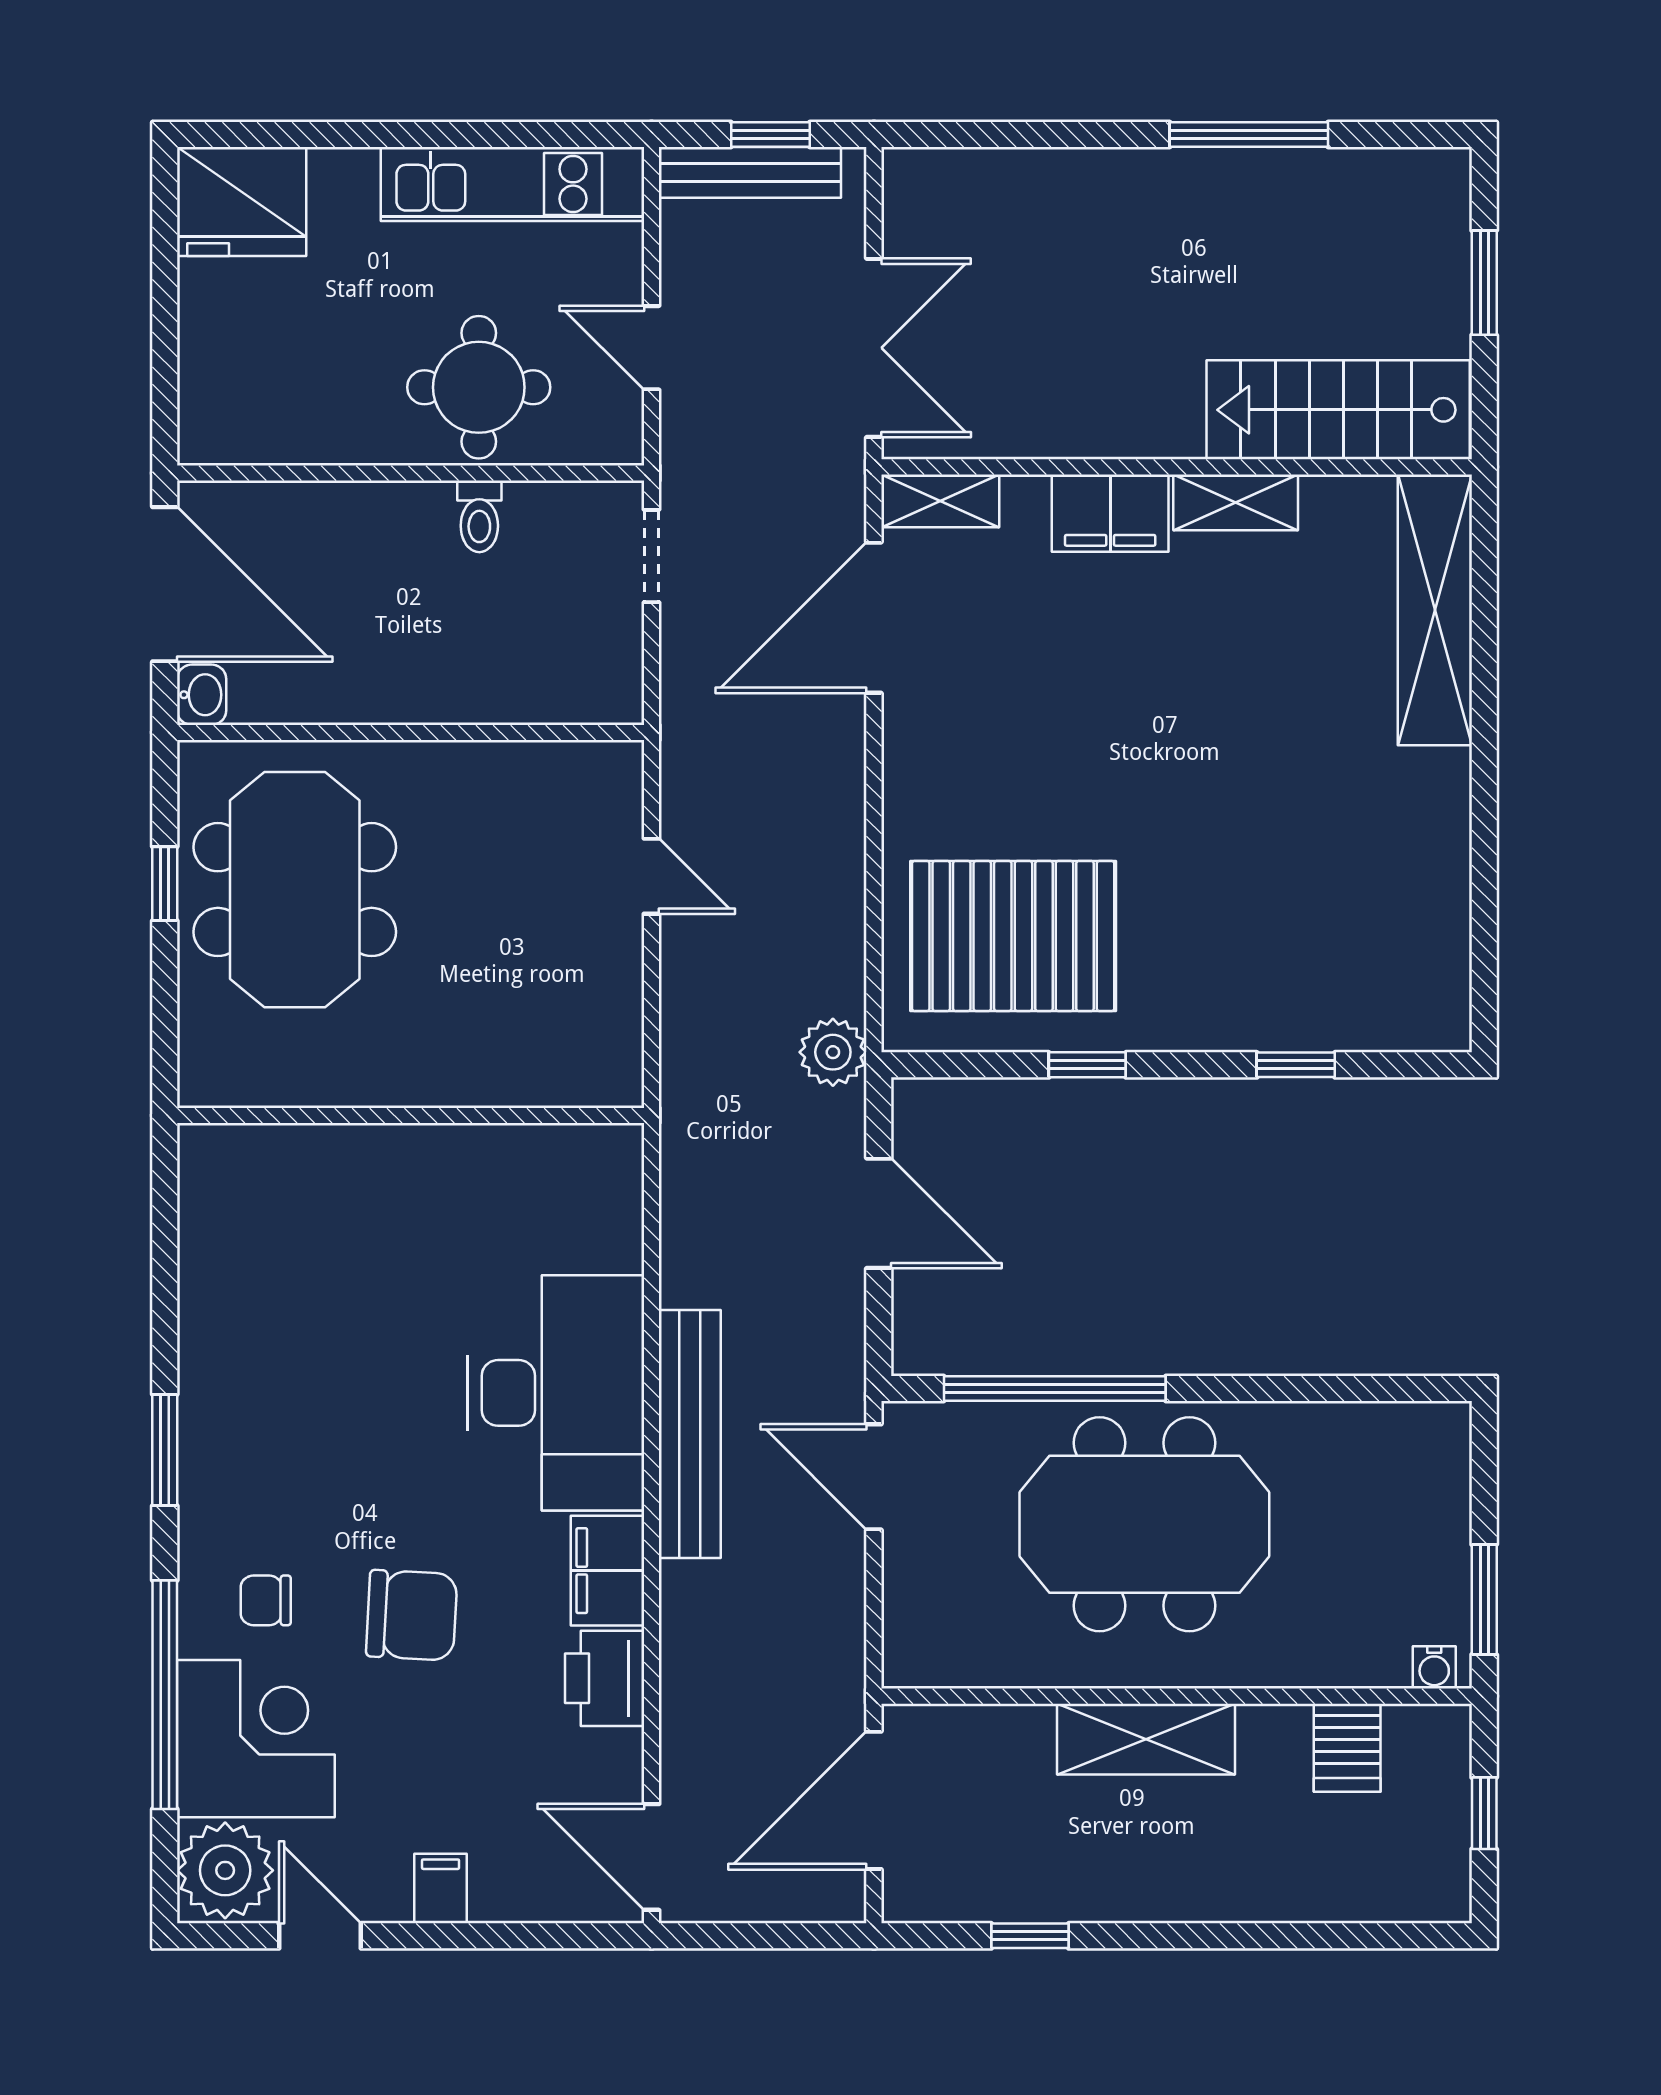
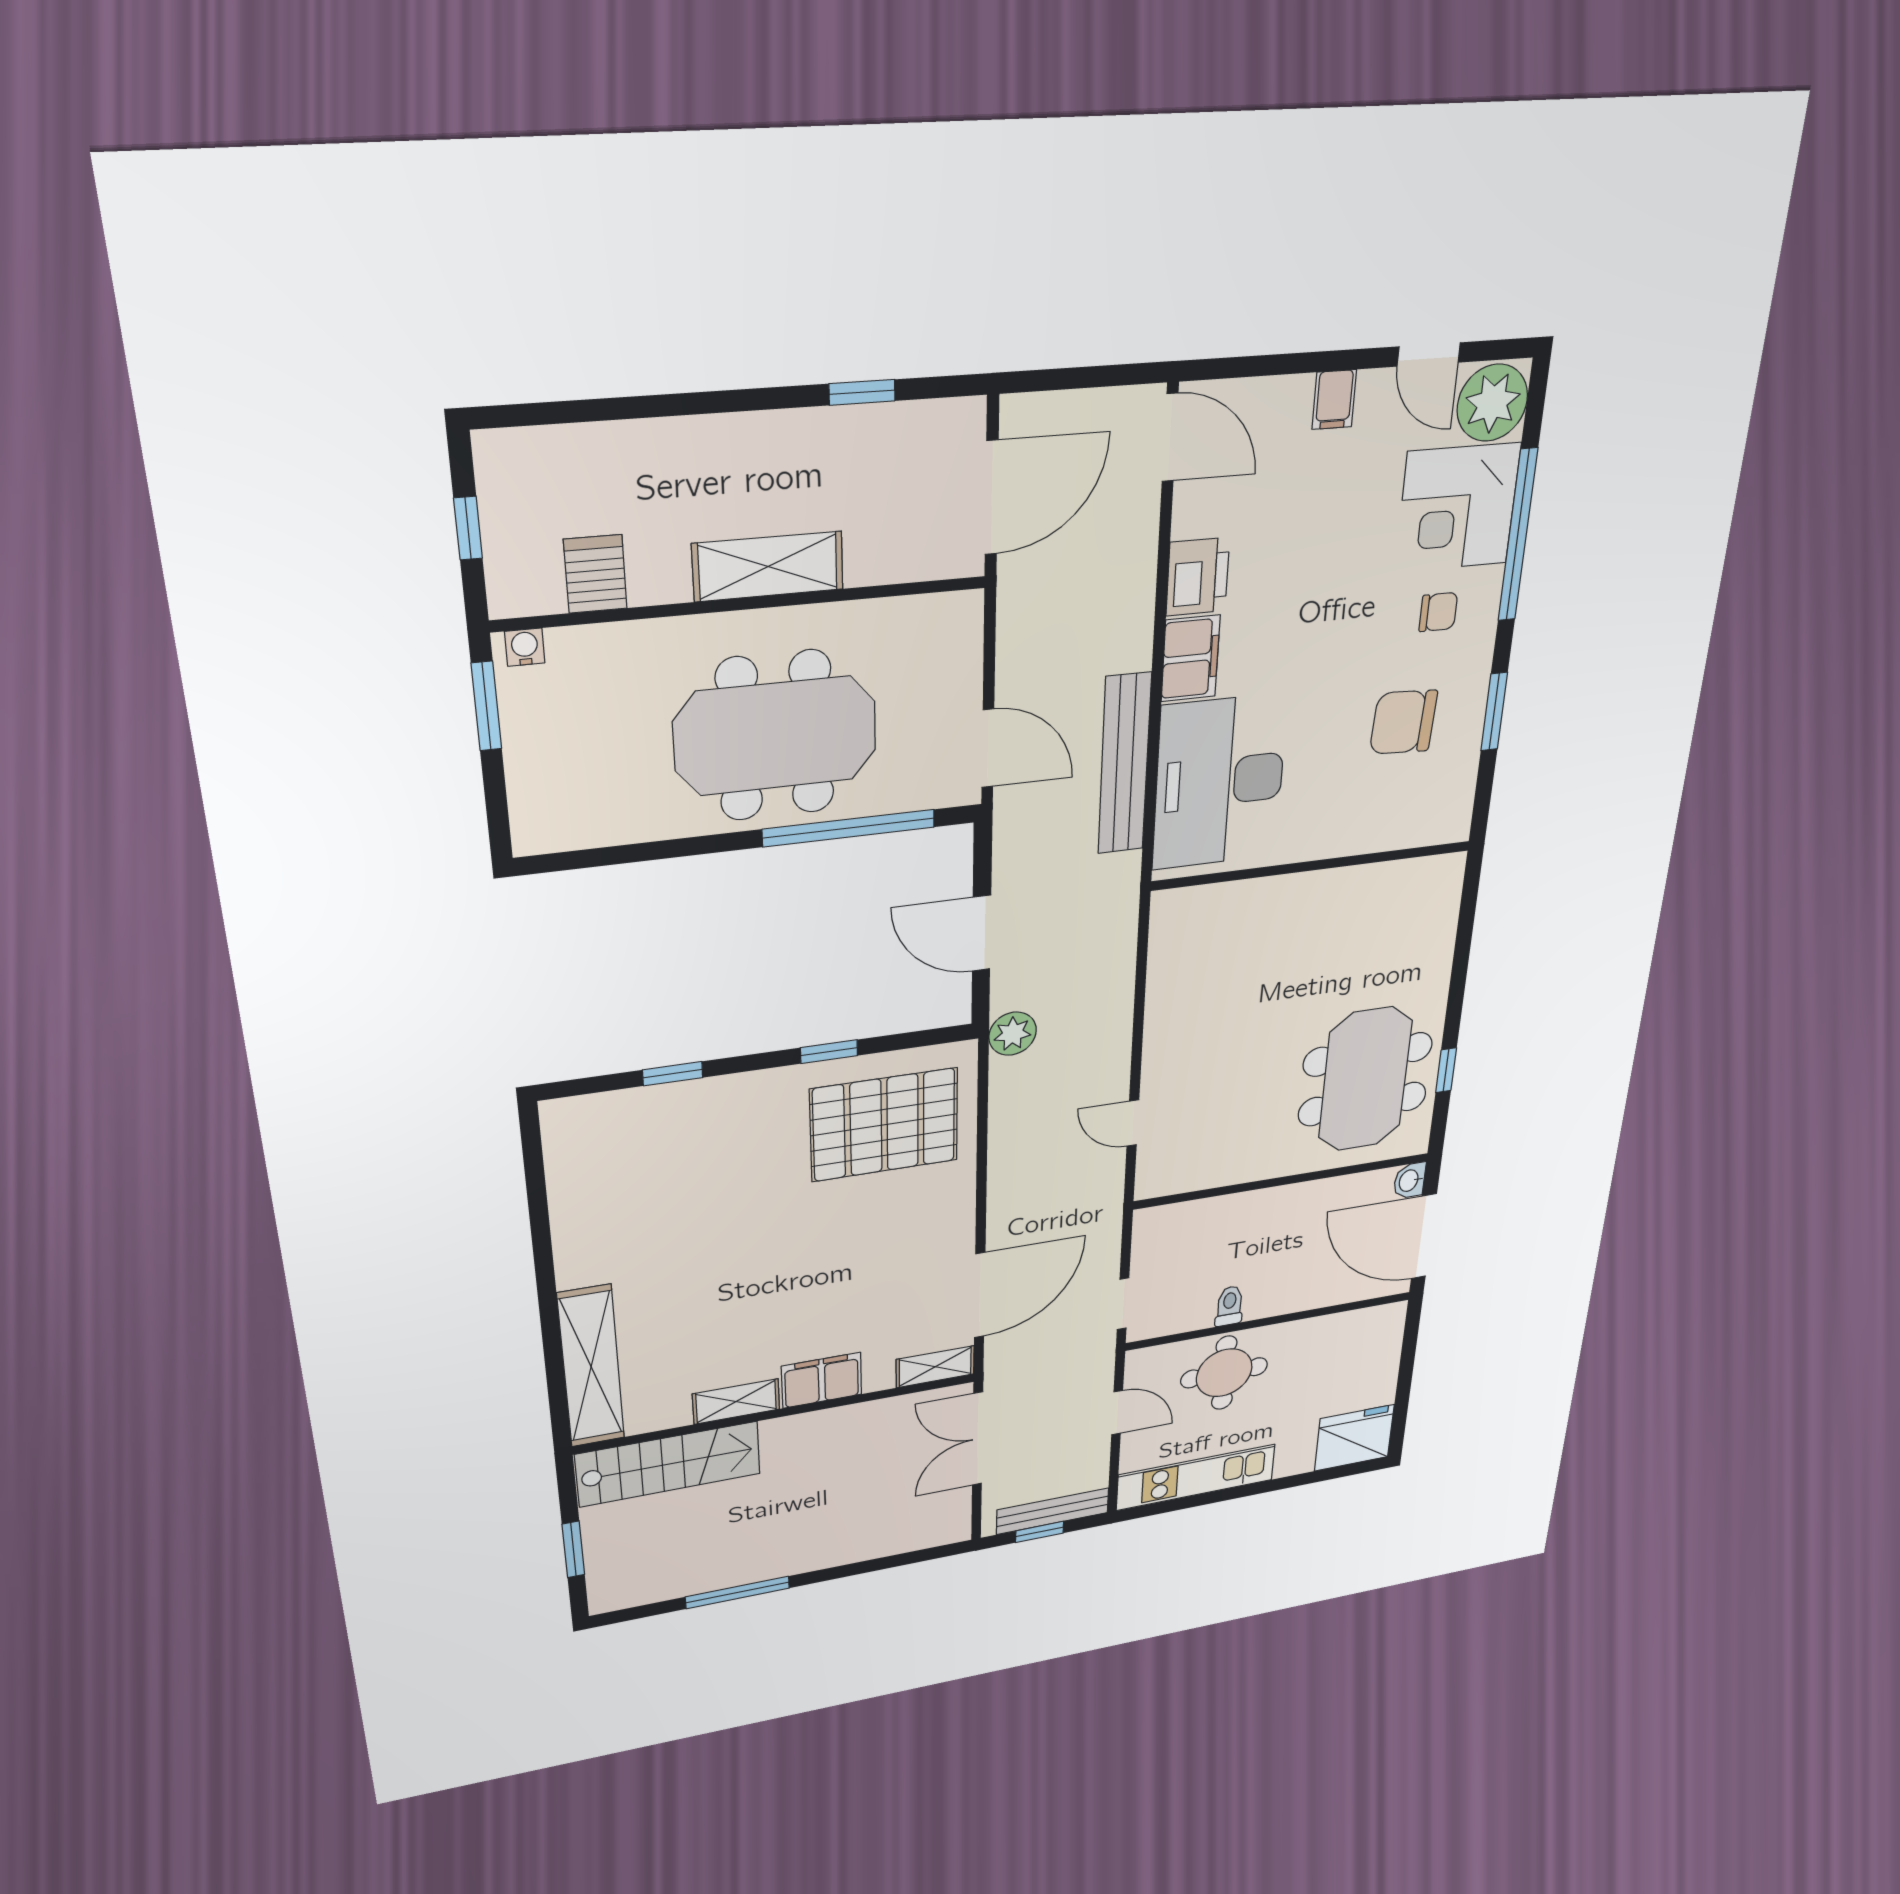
wall: (411, 1115) -> (1313, 866), moved
chair: (412, 1615) -> (1403, 722), moved

